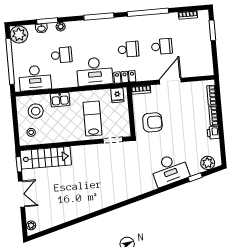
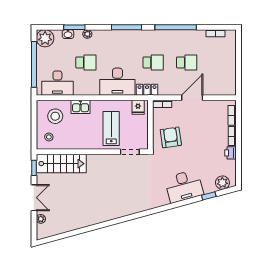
window: (212, 30) -> (239, 51), removed
armchair: (152, 122) -> (171, 137), turned -98
plant: (31, 225) -> (41, 219), moved

